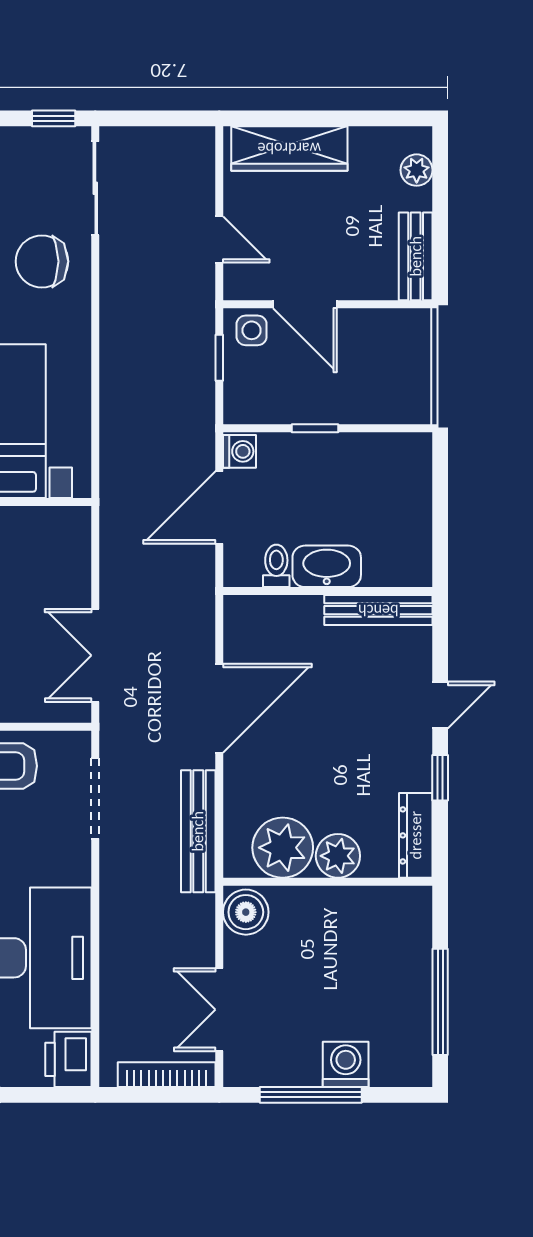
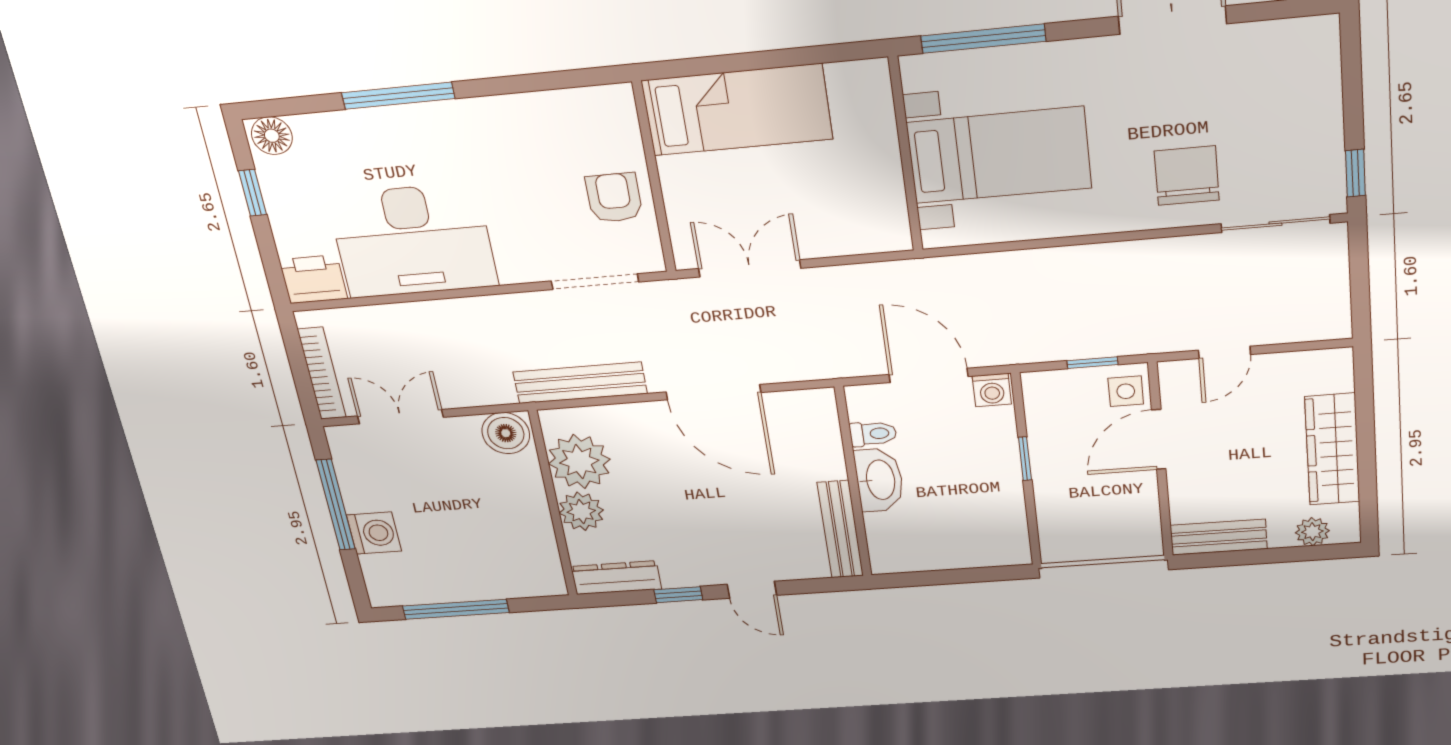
wardrobe: (289, 148) -> (1332, 449), moved

